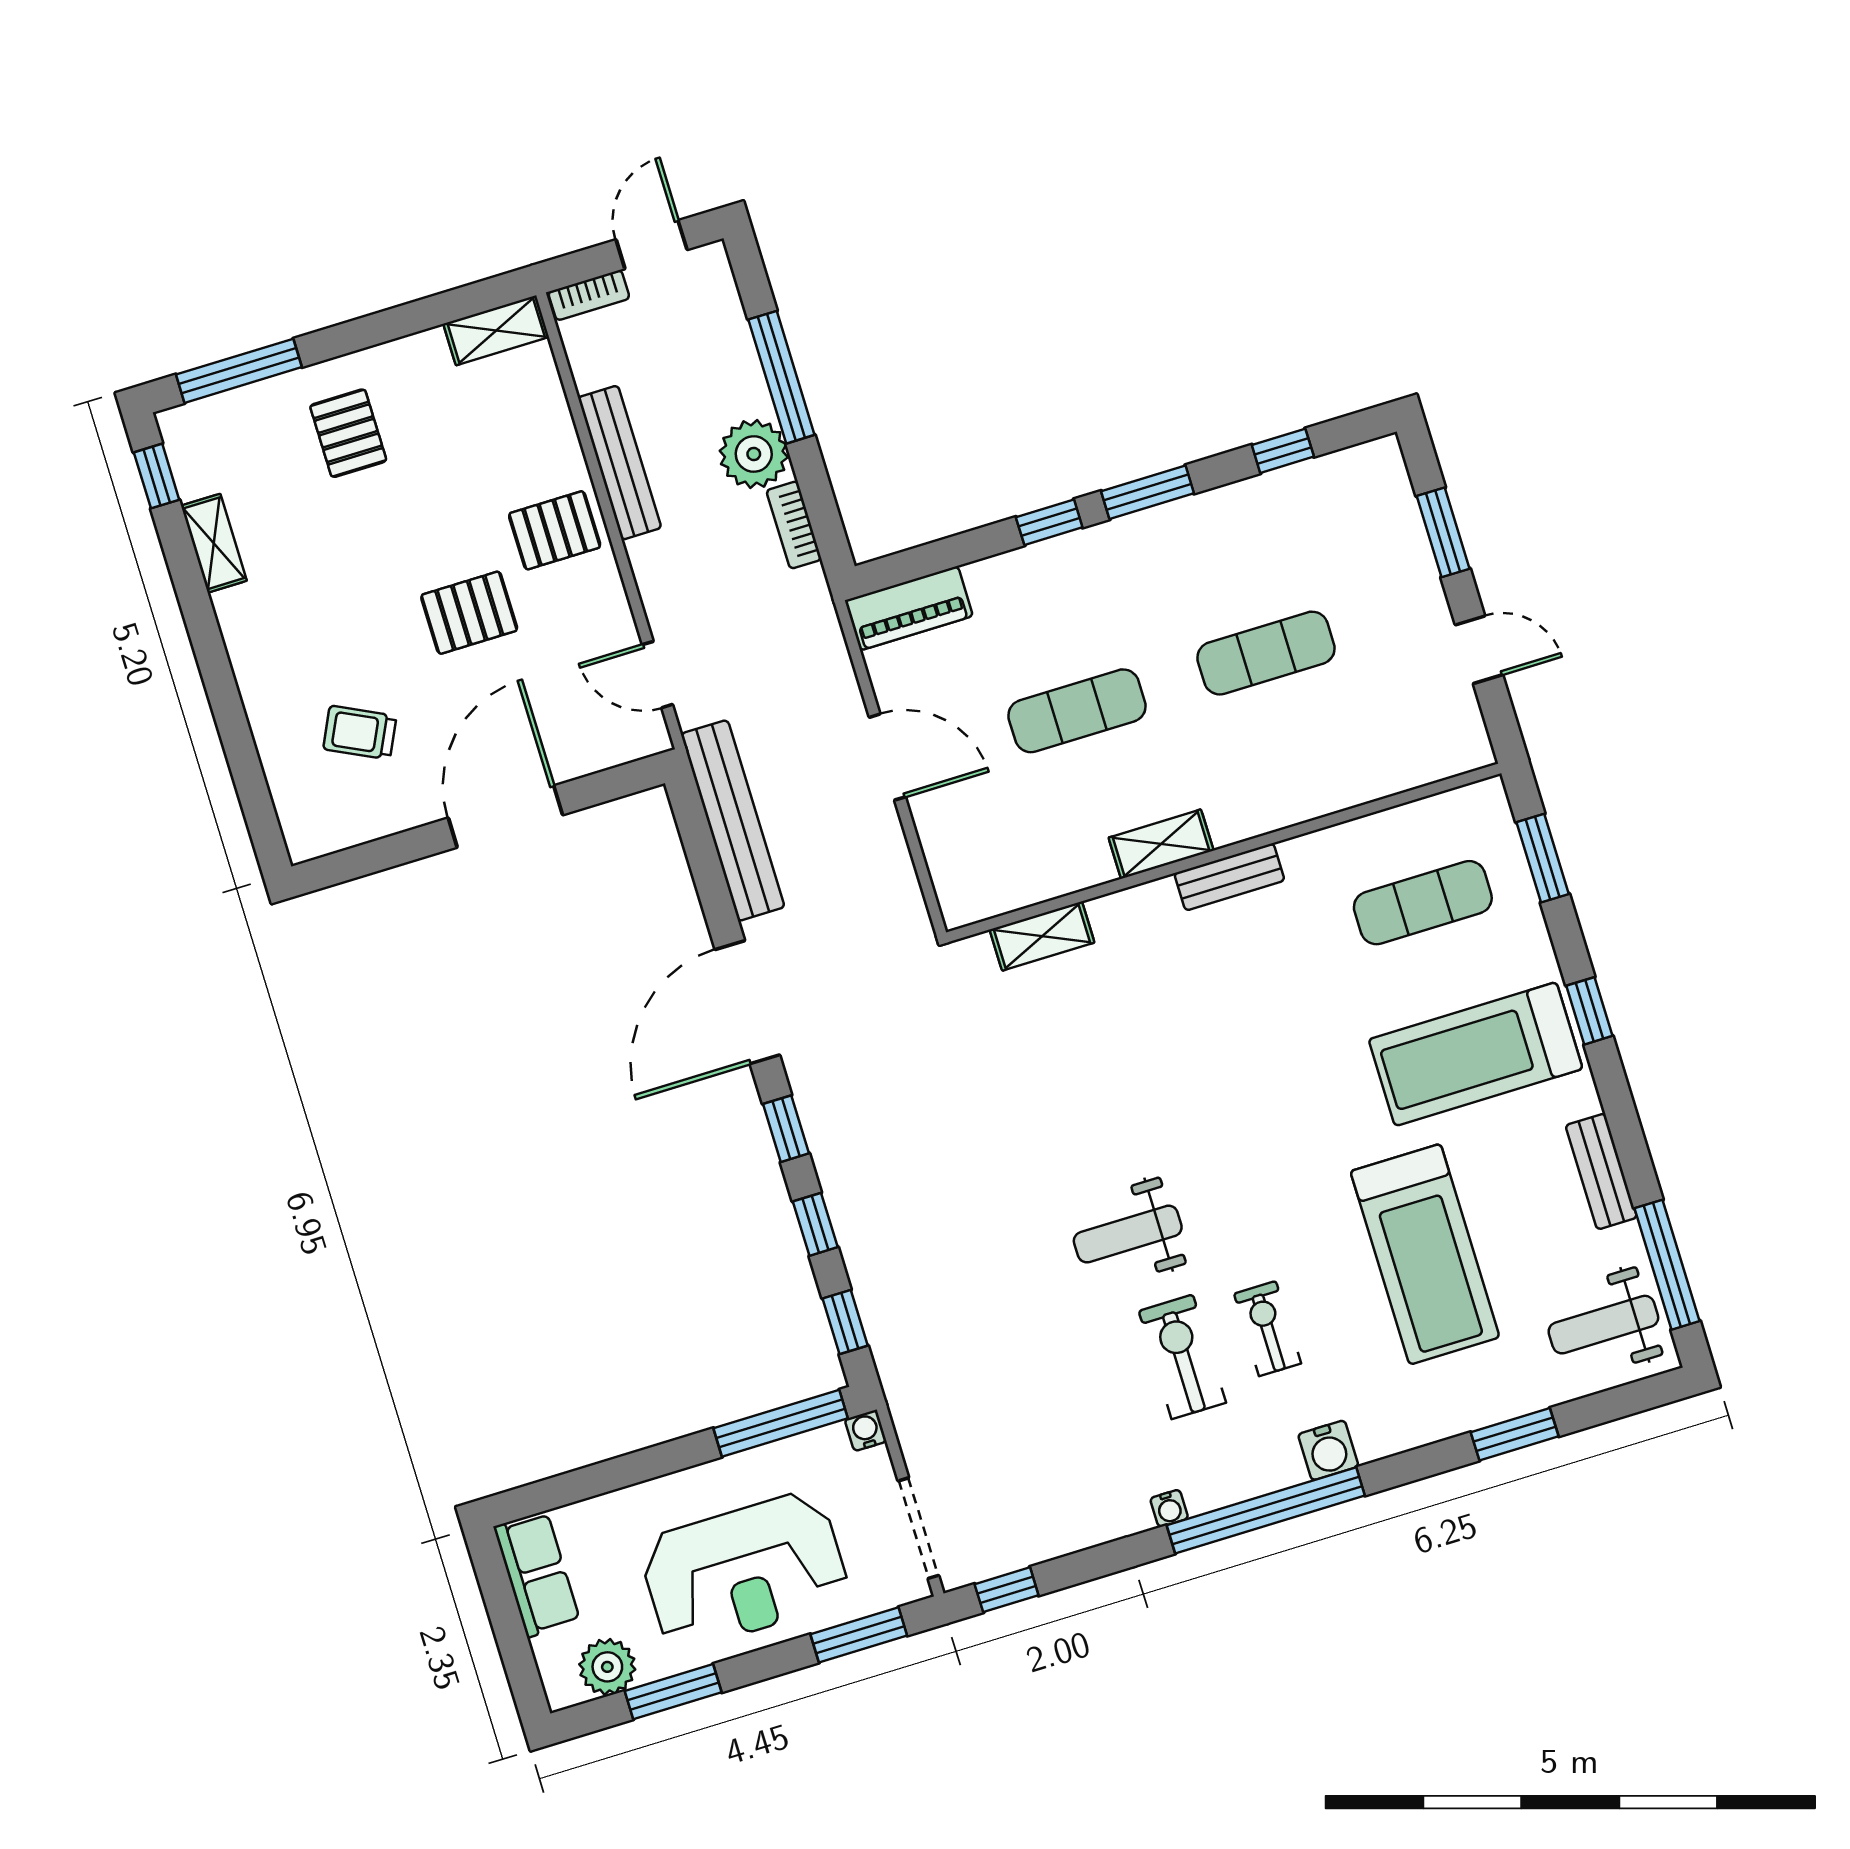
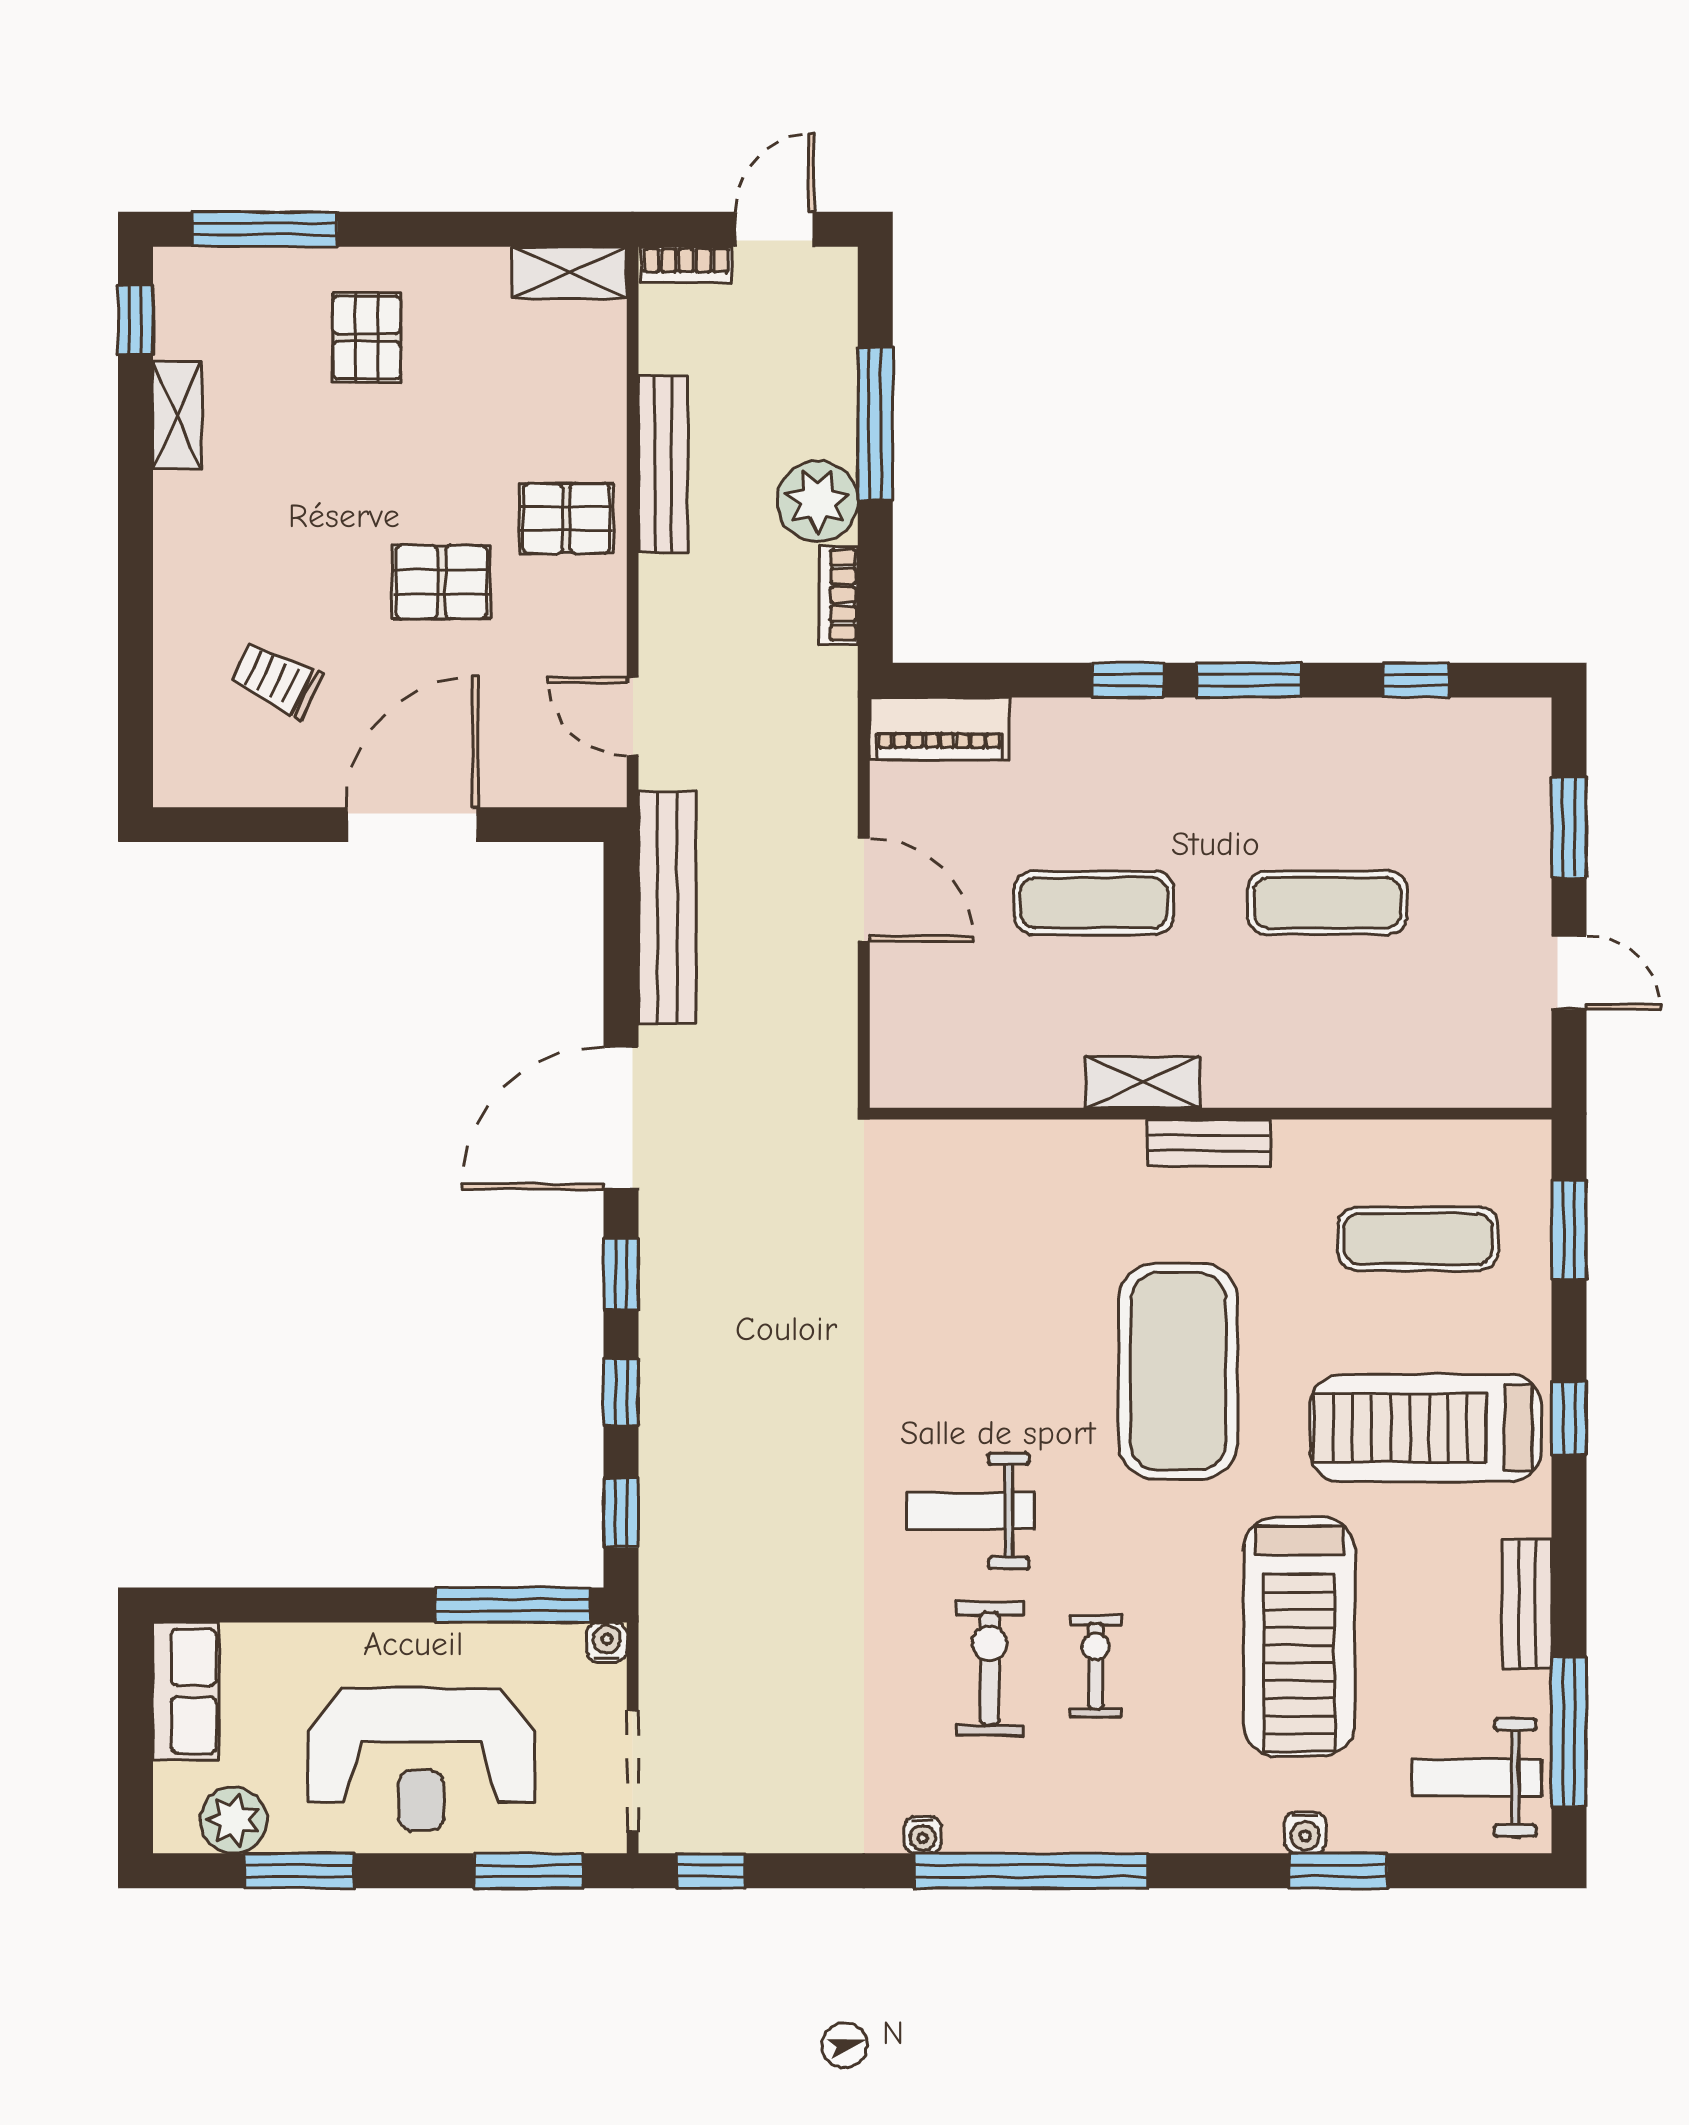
shelving: (1042, 936) -> (977, 1145), removed
exercise mat: (1261, 1069) -> (1178, 1371), added
water cooler: (1328, 1450) -> (1305, 1833), moved, width x0.72, depth x0.72

